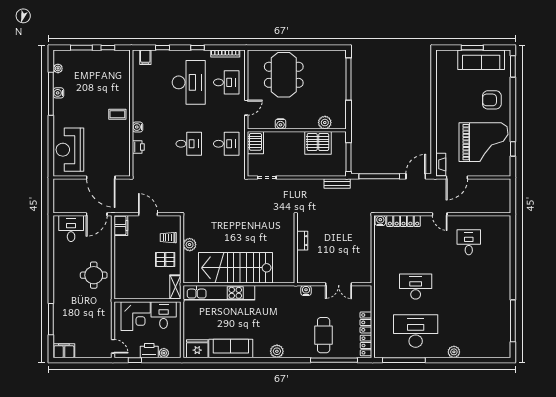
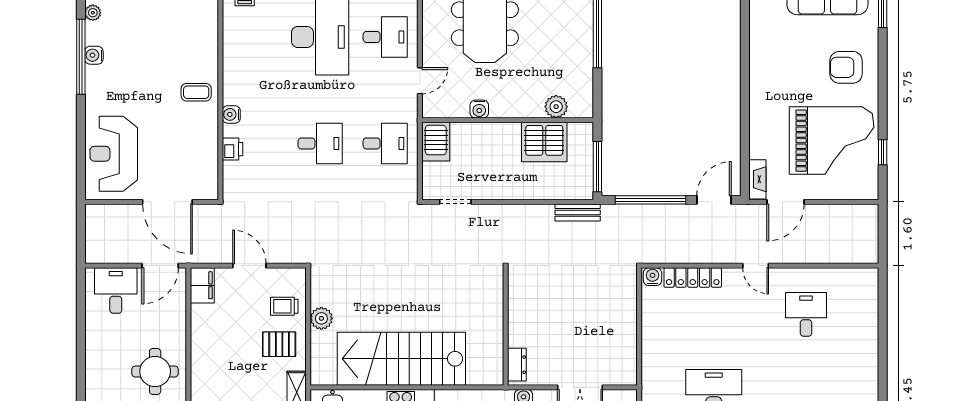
dresser: (302, 241) -> (517, 365), moved

